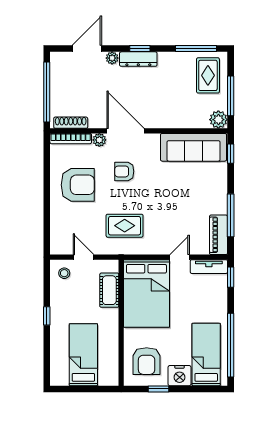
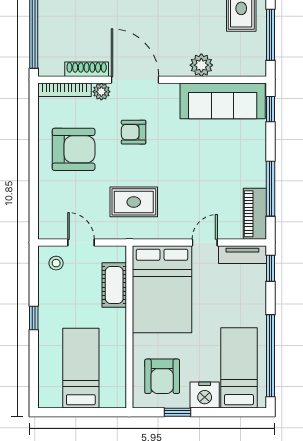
plant: (218, 120) -> (201, 65), moved
shoe rack: (71, 123) -> (87, 69), moved

